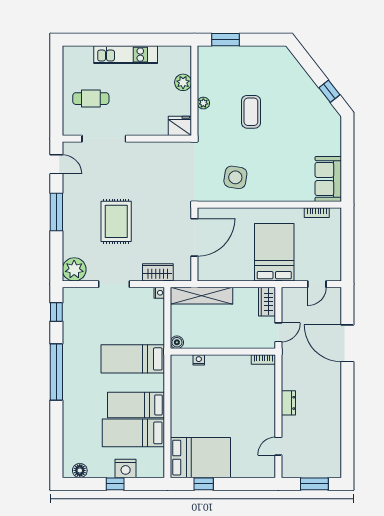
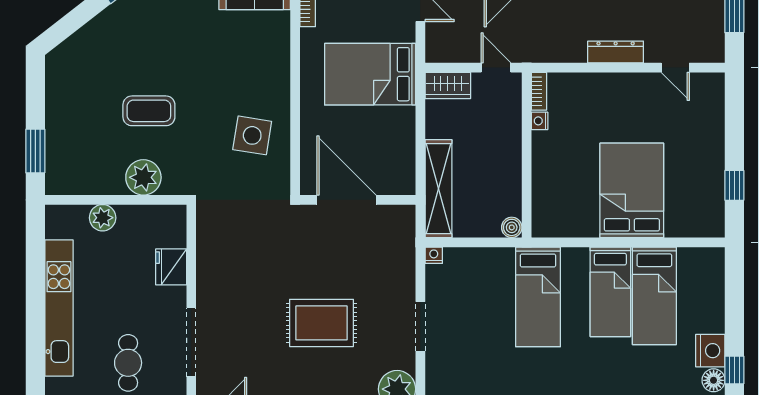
kitchen unit: (126, 55) -> (59, 308), width x1.36
plant: (203, 103) -> (143, 177), width x1.88, depth x1.88
fridge: (180, 126) -> (171, 267), moved
wardrobe: (158, 272) -> (402, 257), removed
nightstand: (199, 360) -> (540, 121), moved
dresser: (288, 403) -> (616, 52), width x1.44
bed: (200, 458) -> (632, 190), moved
nightstand: (126, 468) -> (710, 351), moved
window: (115, 484) -> (734, 370), moved

